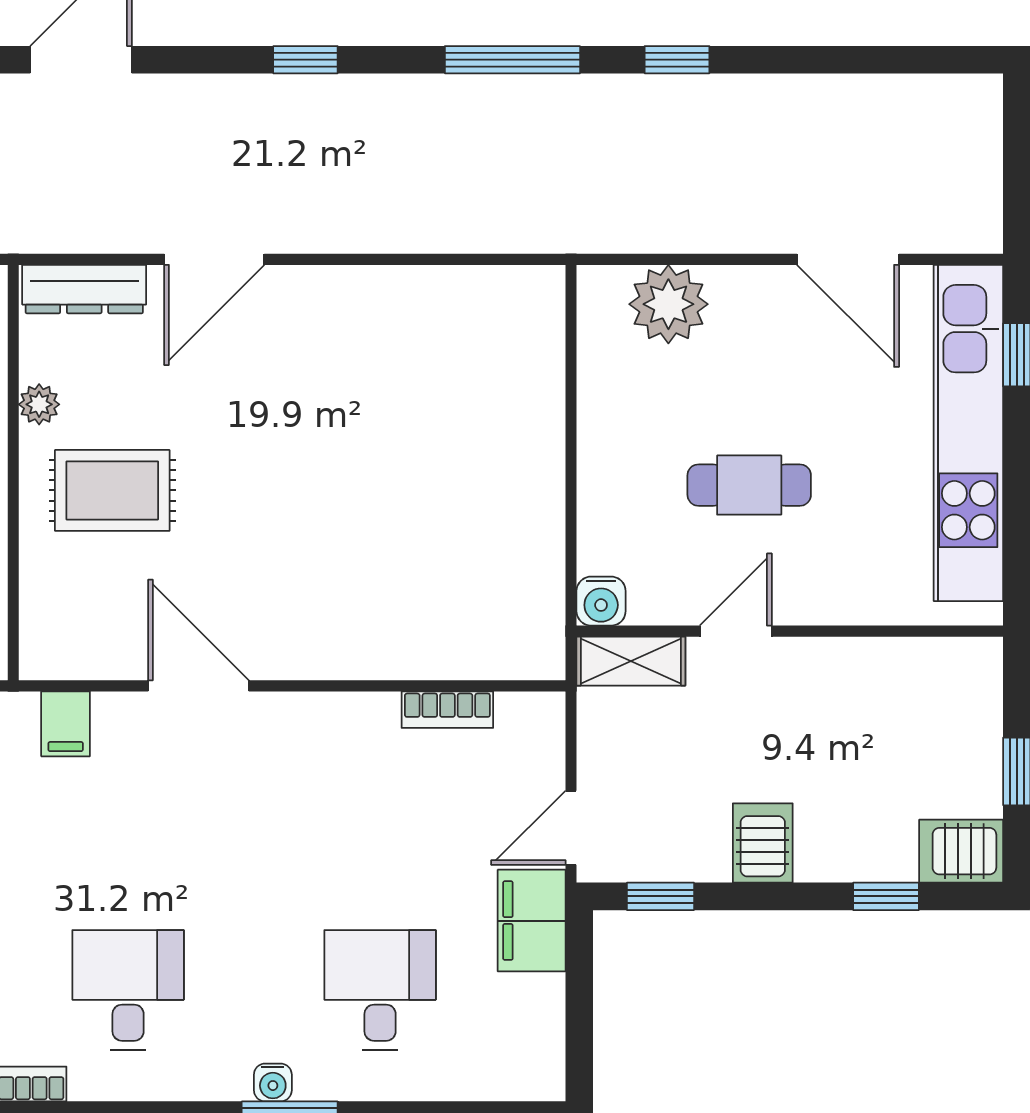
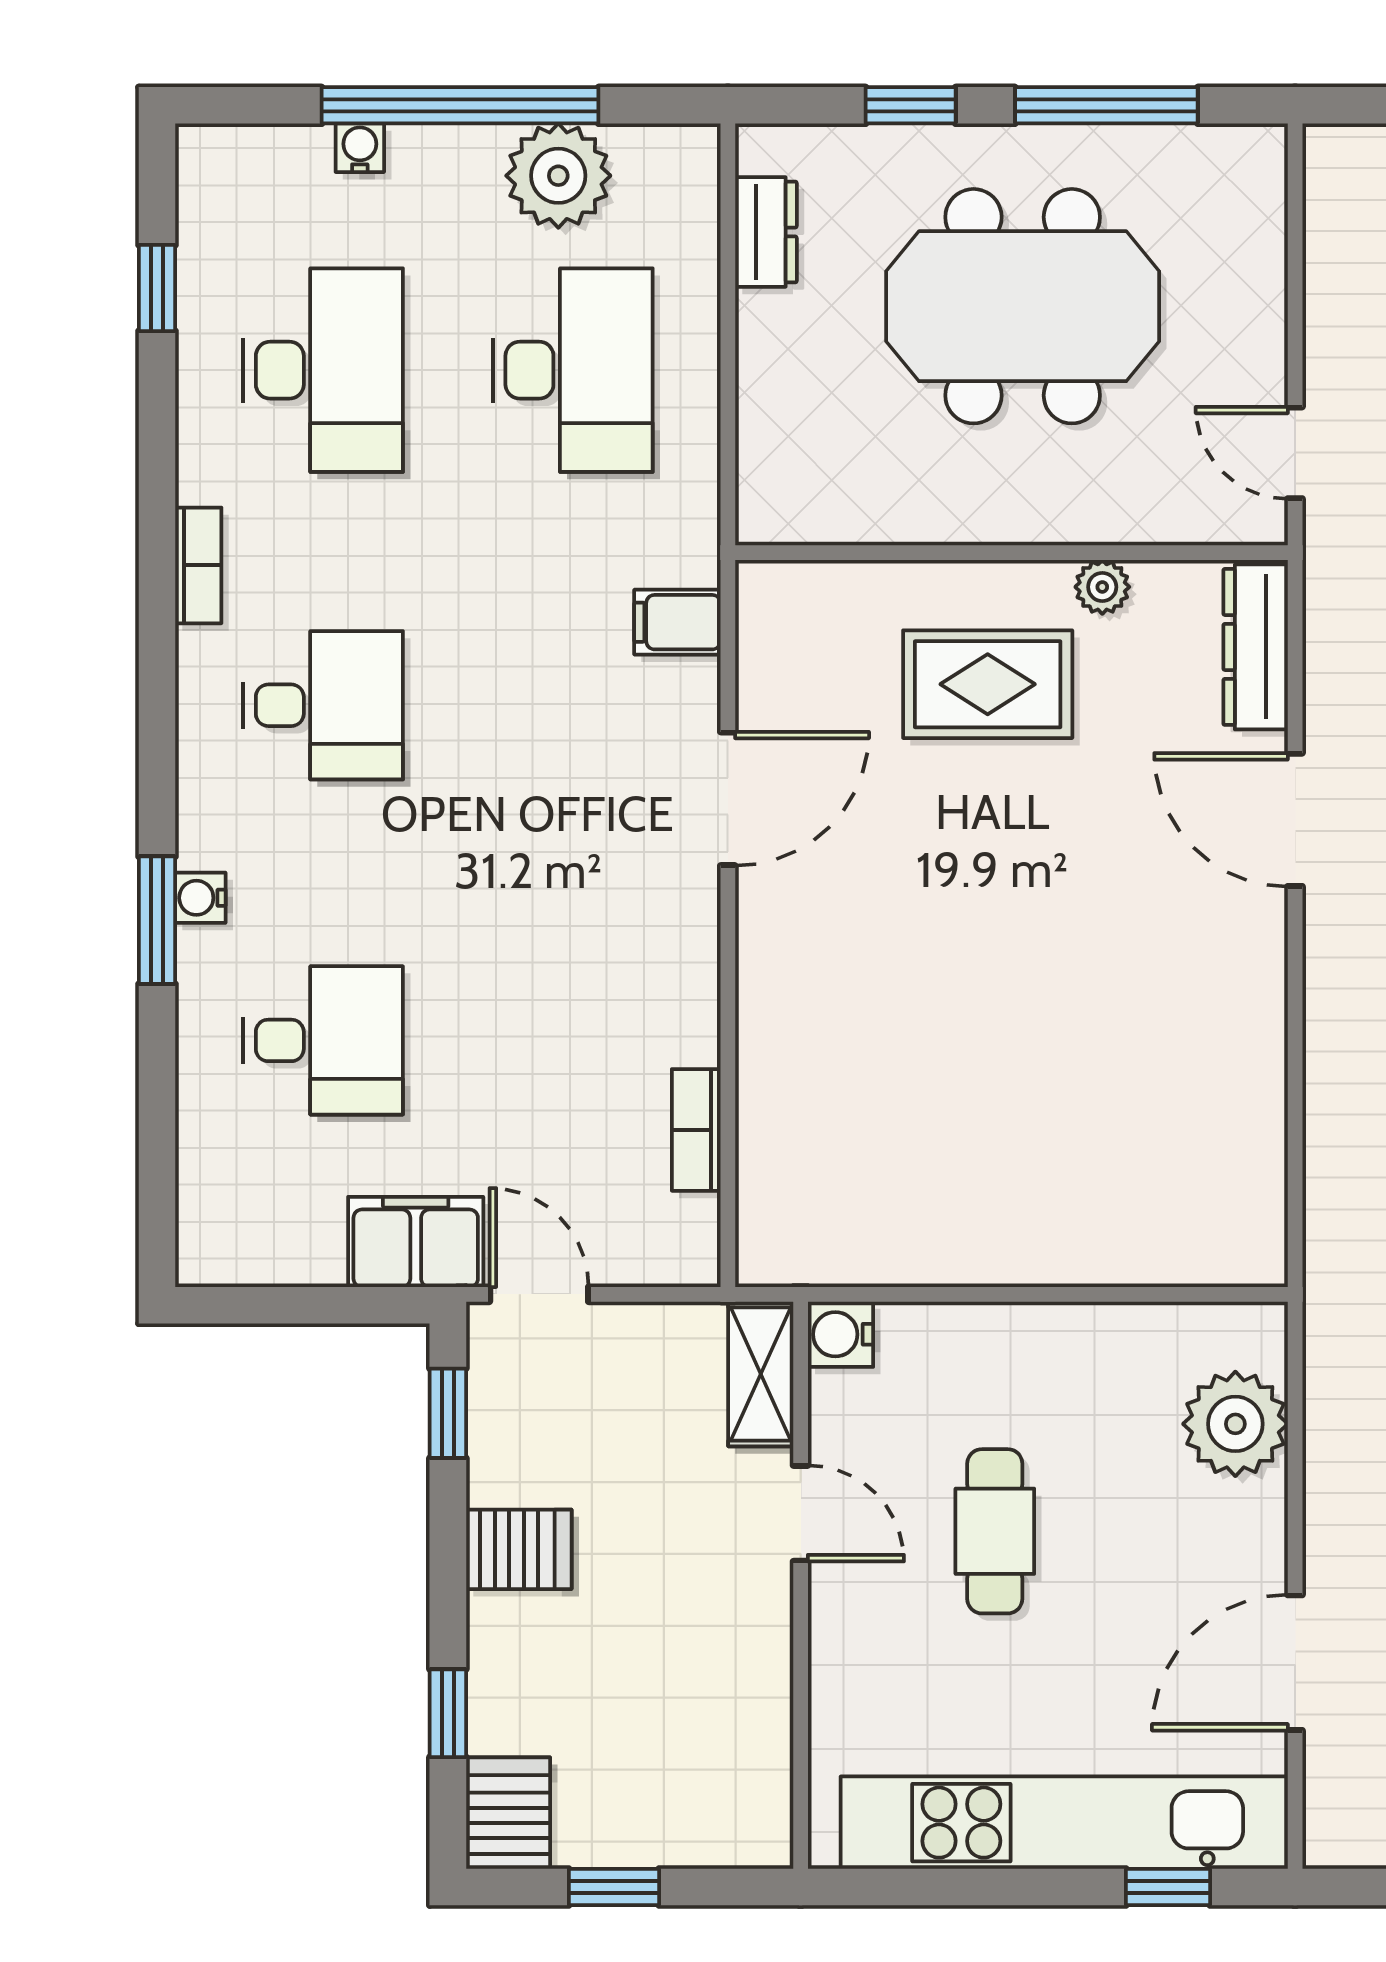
rug: (112, 490) -> (988, 684), turned 90

